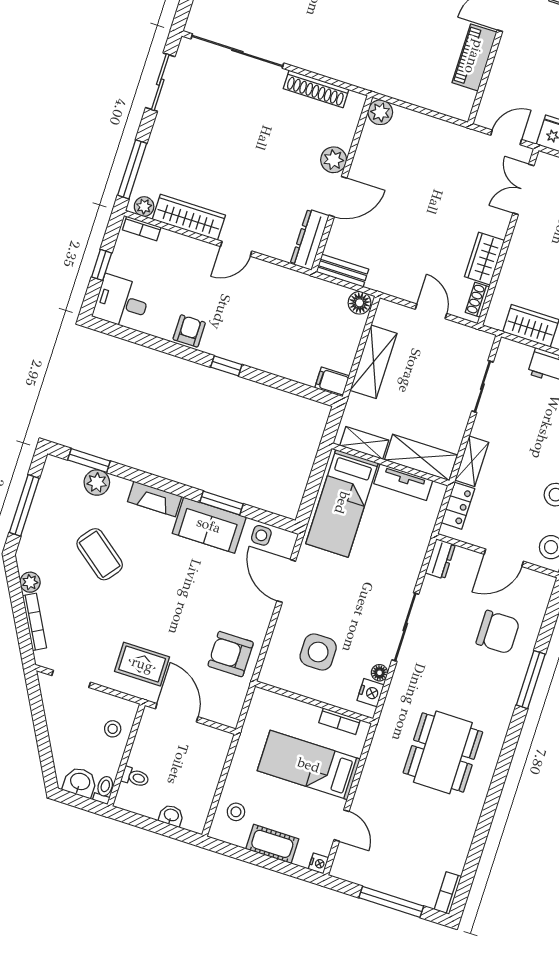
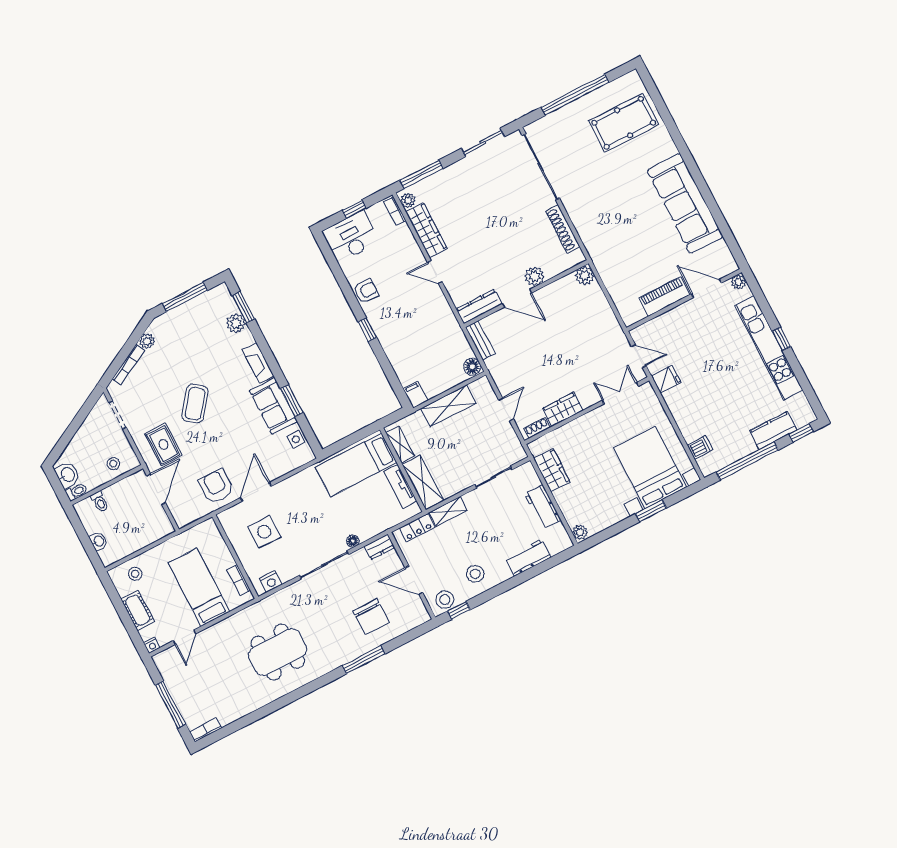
desk: (122, 302) -> (351, 237), width x1.37
coffee table: (100, 554) -> (195, 404), moved
door: (286, 581) -> (256, 492), moved
floor lamp: (379, 673) -> (353, 541), moved

